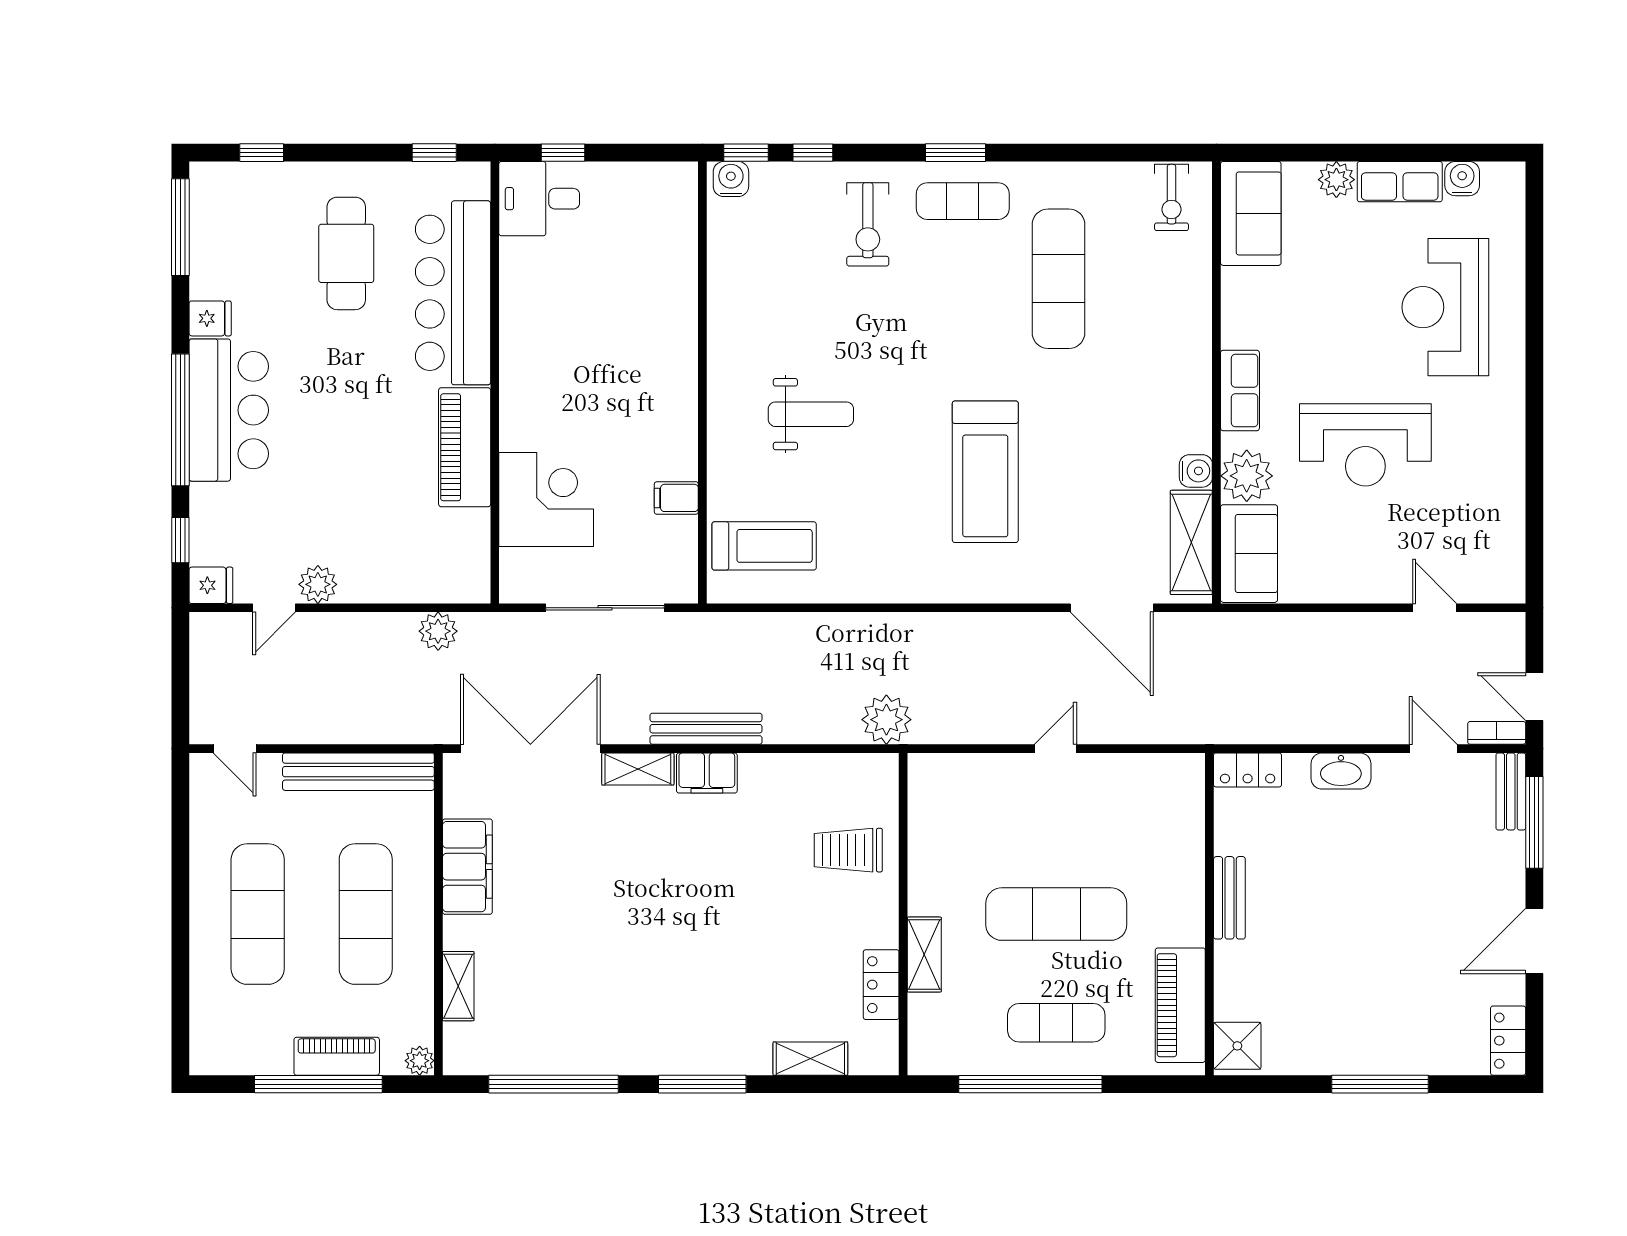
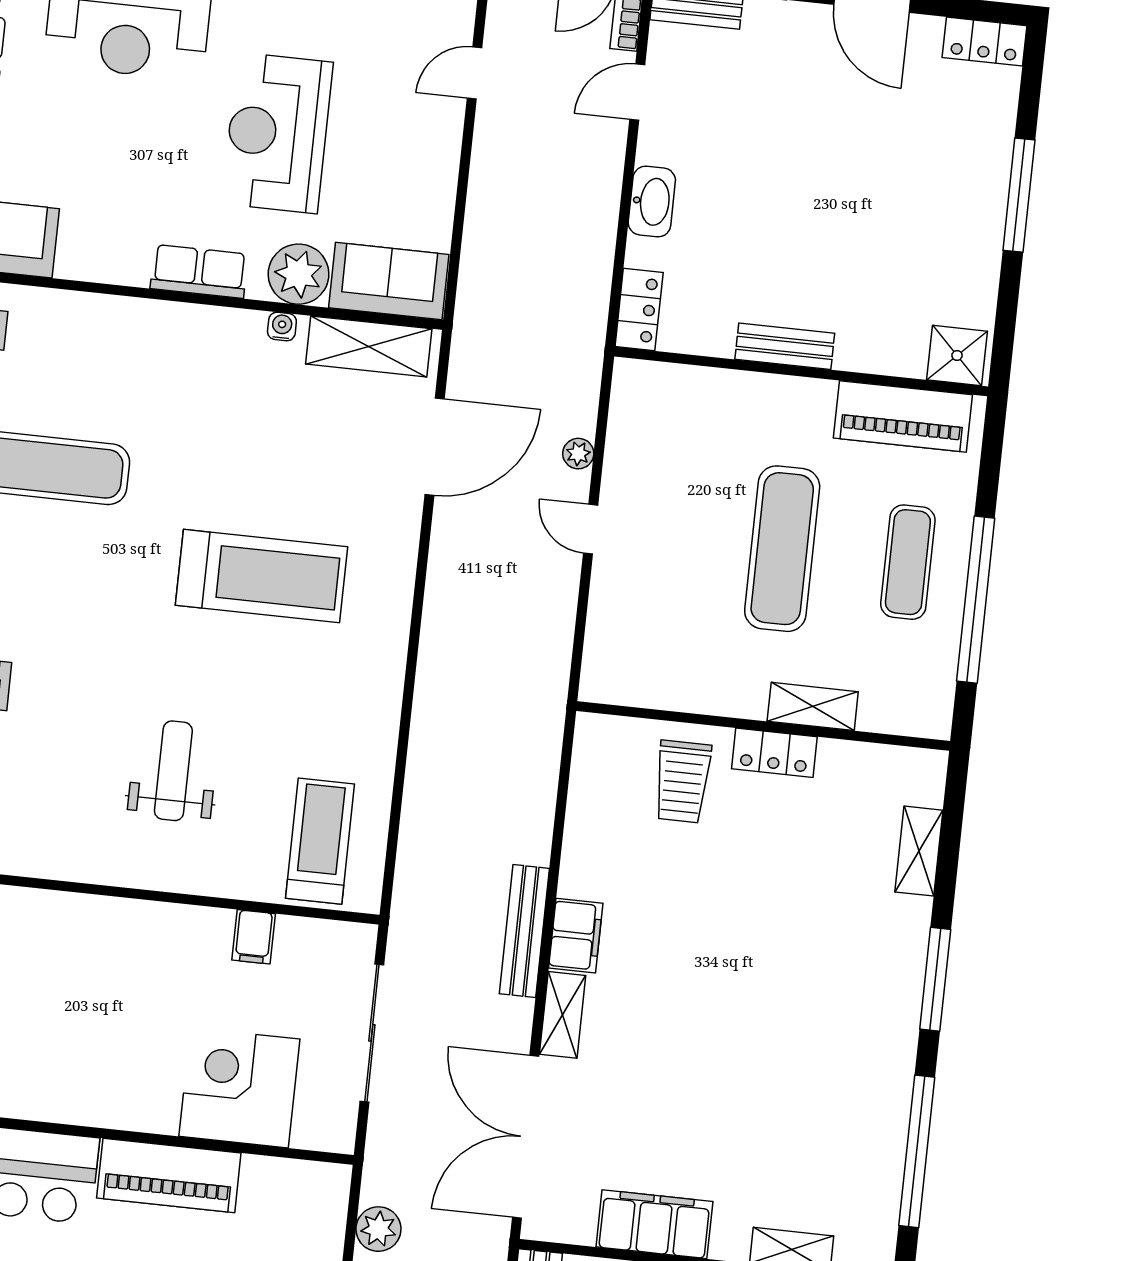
reception desk: (1365, 445) -> (277, 133), turned 180
water cooler: (1196, 471) -> (282, 327), width x0.72, depth x0.72
plant: (886, 720) -> (578, 454), moved, width x0.53, depth x0.53
locker: (881, 985) -> (774, 753), moved

